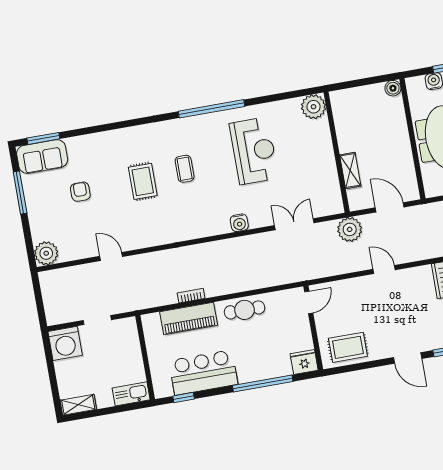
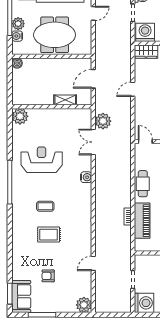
plant: (350, 229) -> (103, 121), moved

